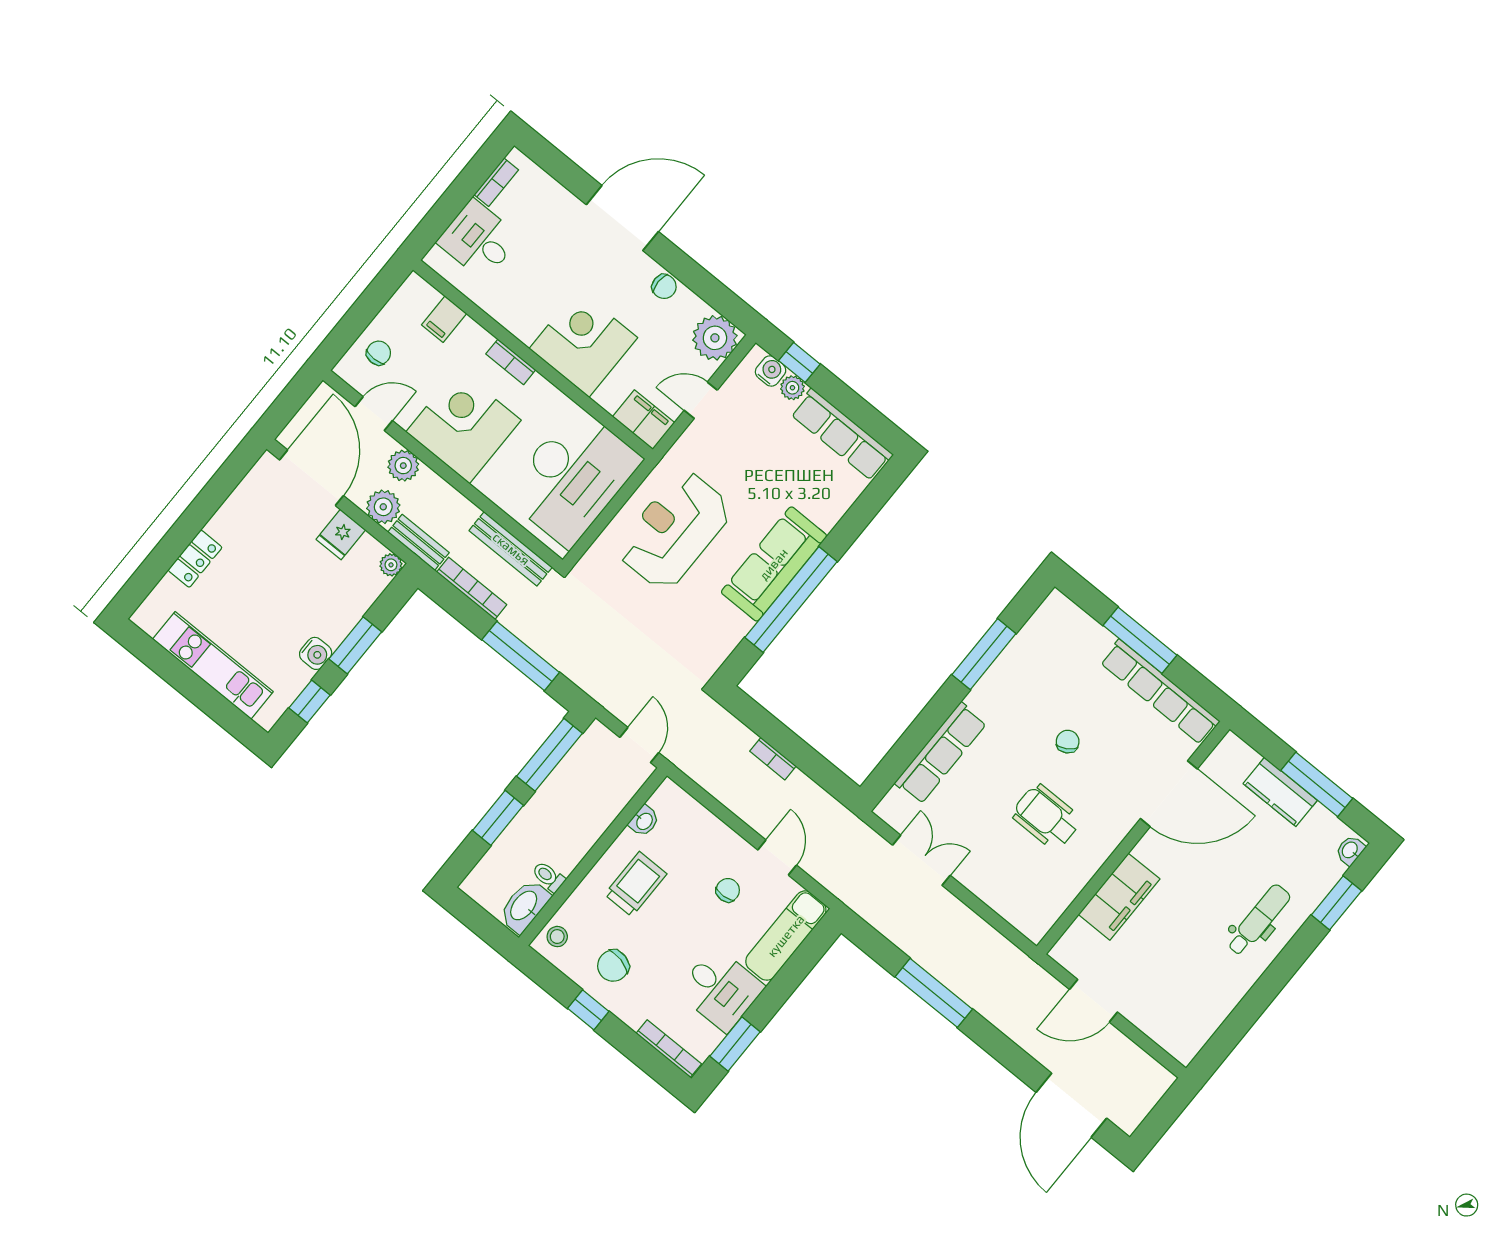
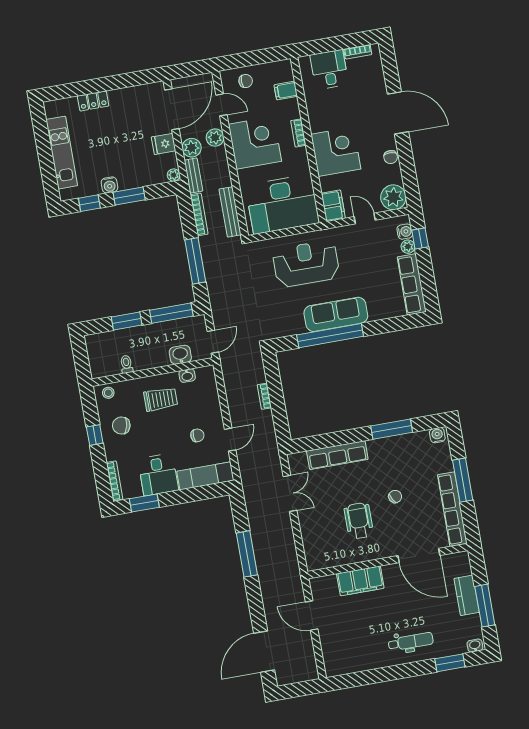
water cooler: (1053, 609) -> (437, 435), added
washbasin: (524, 906) -> (180, 355), moved, width x0.72

